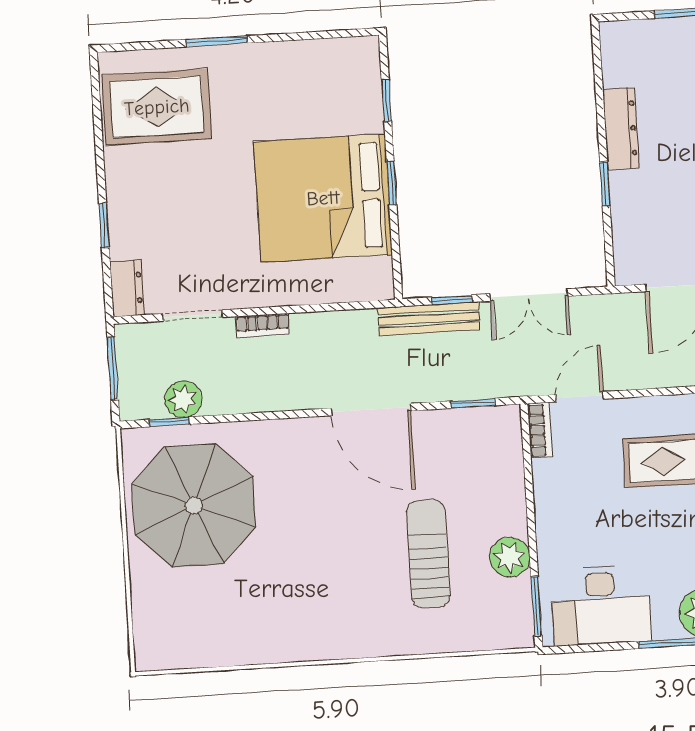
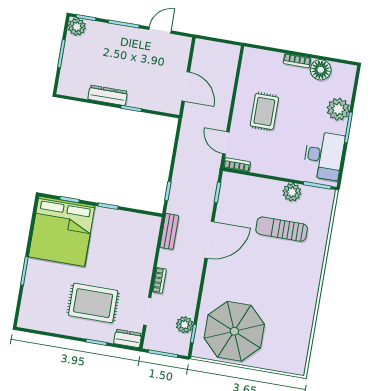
rug: (157, 107) -> (93, 303), moved, turned 90
bed: (323, 198) -> (62, 231), moved
double door: (529, 295) -> (174, 155), removed
bench: (429, 319) -> (169, 231), moved, width x0.73

